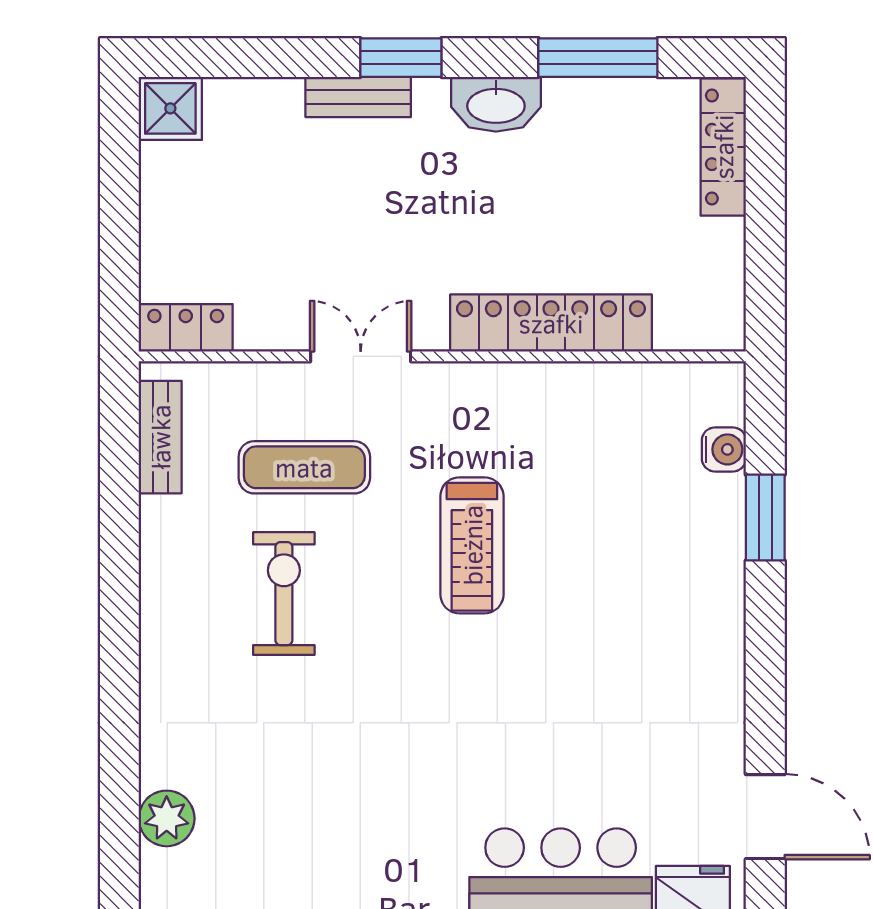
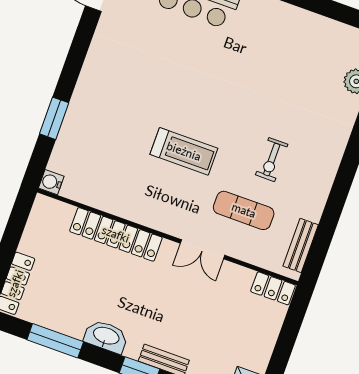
water cooler: (724, 449) -> (51, 182), moved
treadmill: (472, 545) -> (184, 151), turned 90
exercise bike: (284, 594) -> (272, 160), width x0.73, depth x0.72

